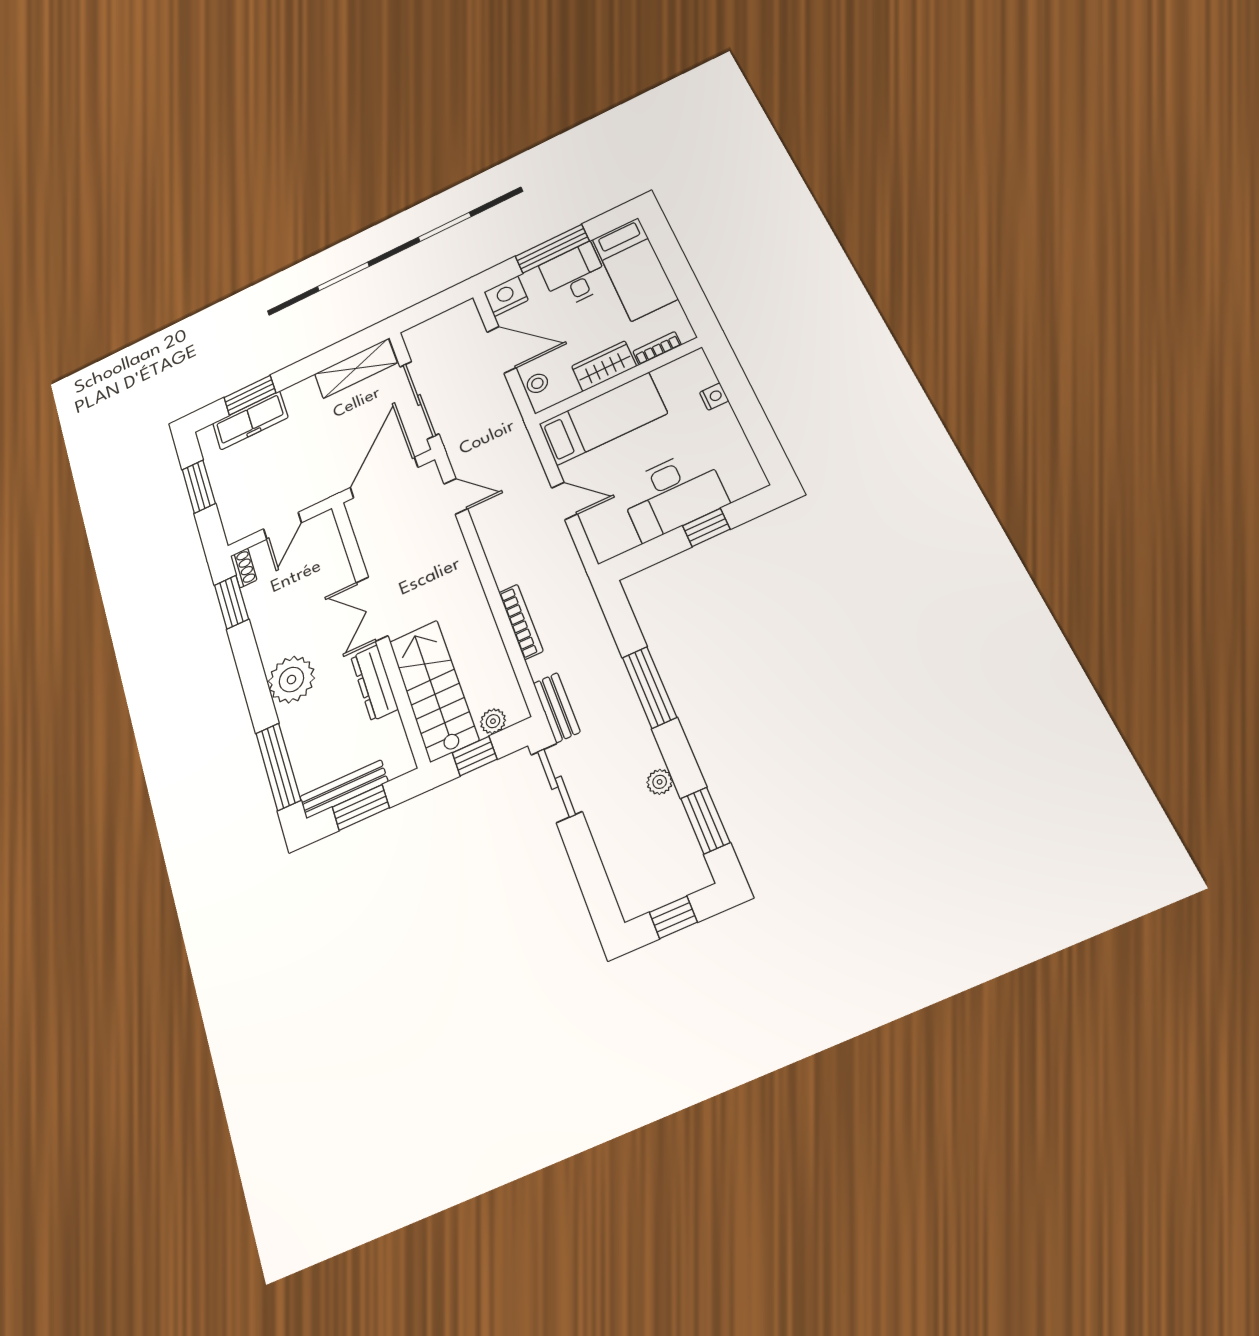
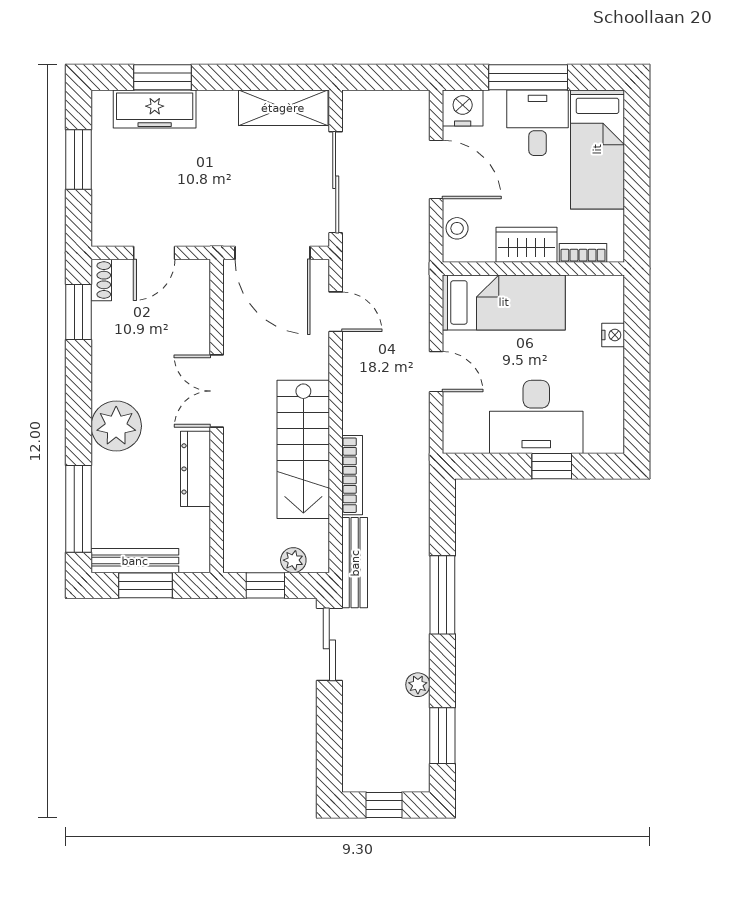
door: (384, 478) -> (273, 253), swing flipped
stairs: (434, 690) -> (303, 449), moved, turned 180
bench: (557, 708) -> (355, 563), width x1.36

